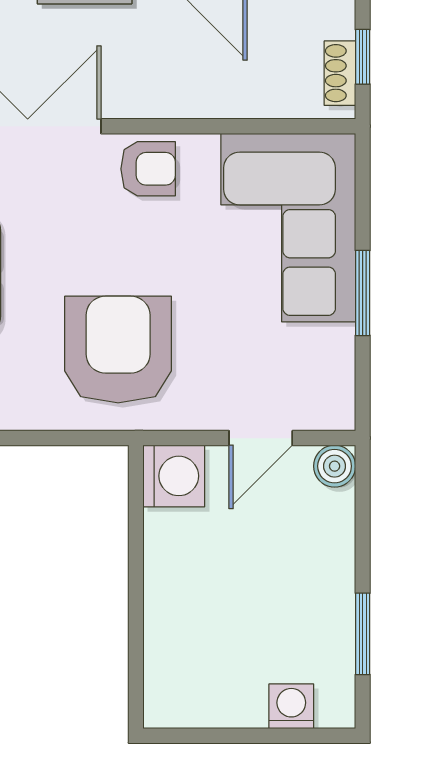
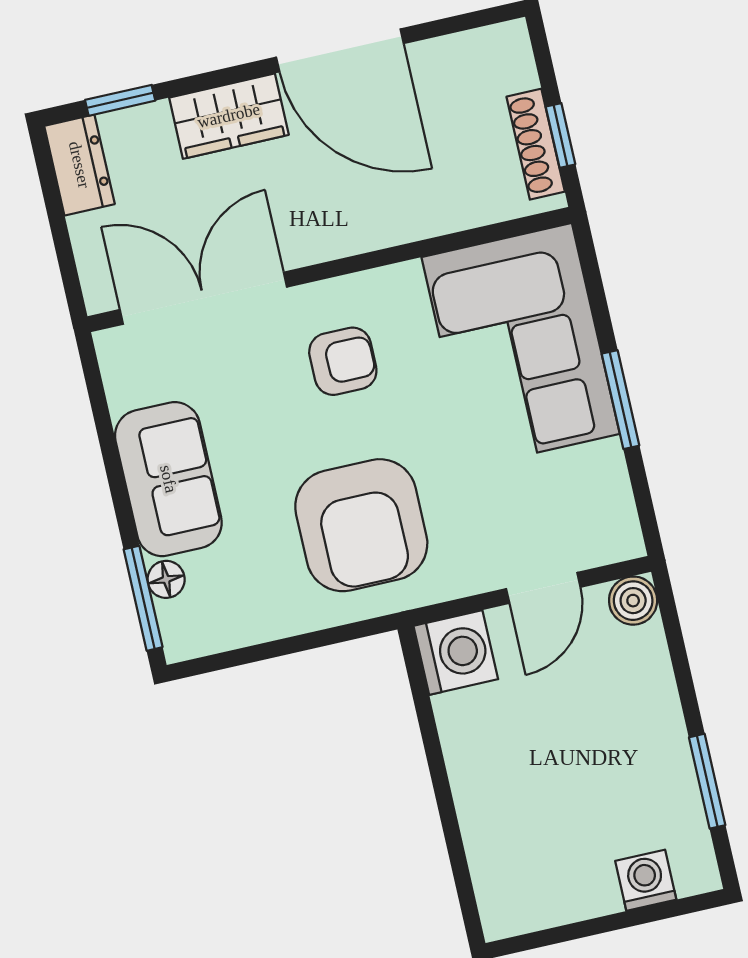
shoe rack: (340, 73) -> (536, 144), width x1.43
armchair: (148, 169) -> (343, 361), moved
armchair: (118, 350) -> (361, 525), turned 180

